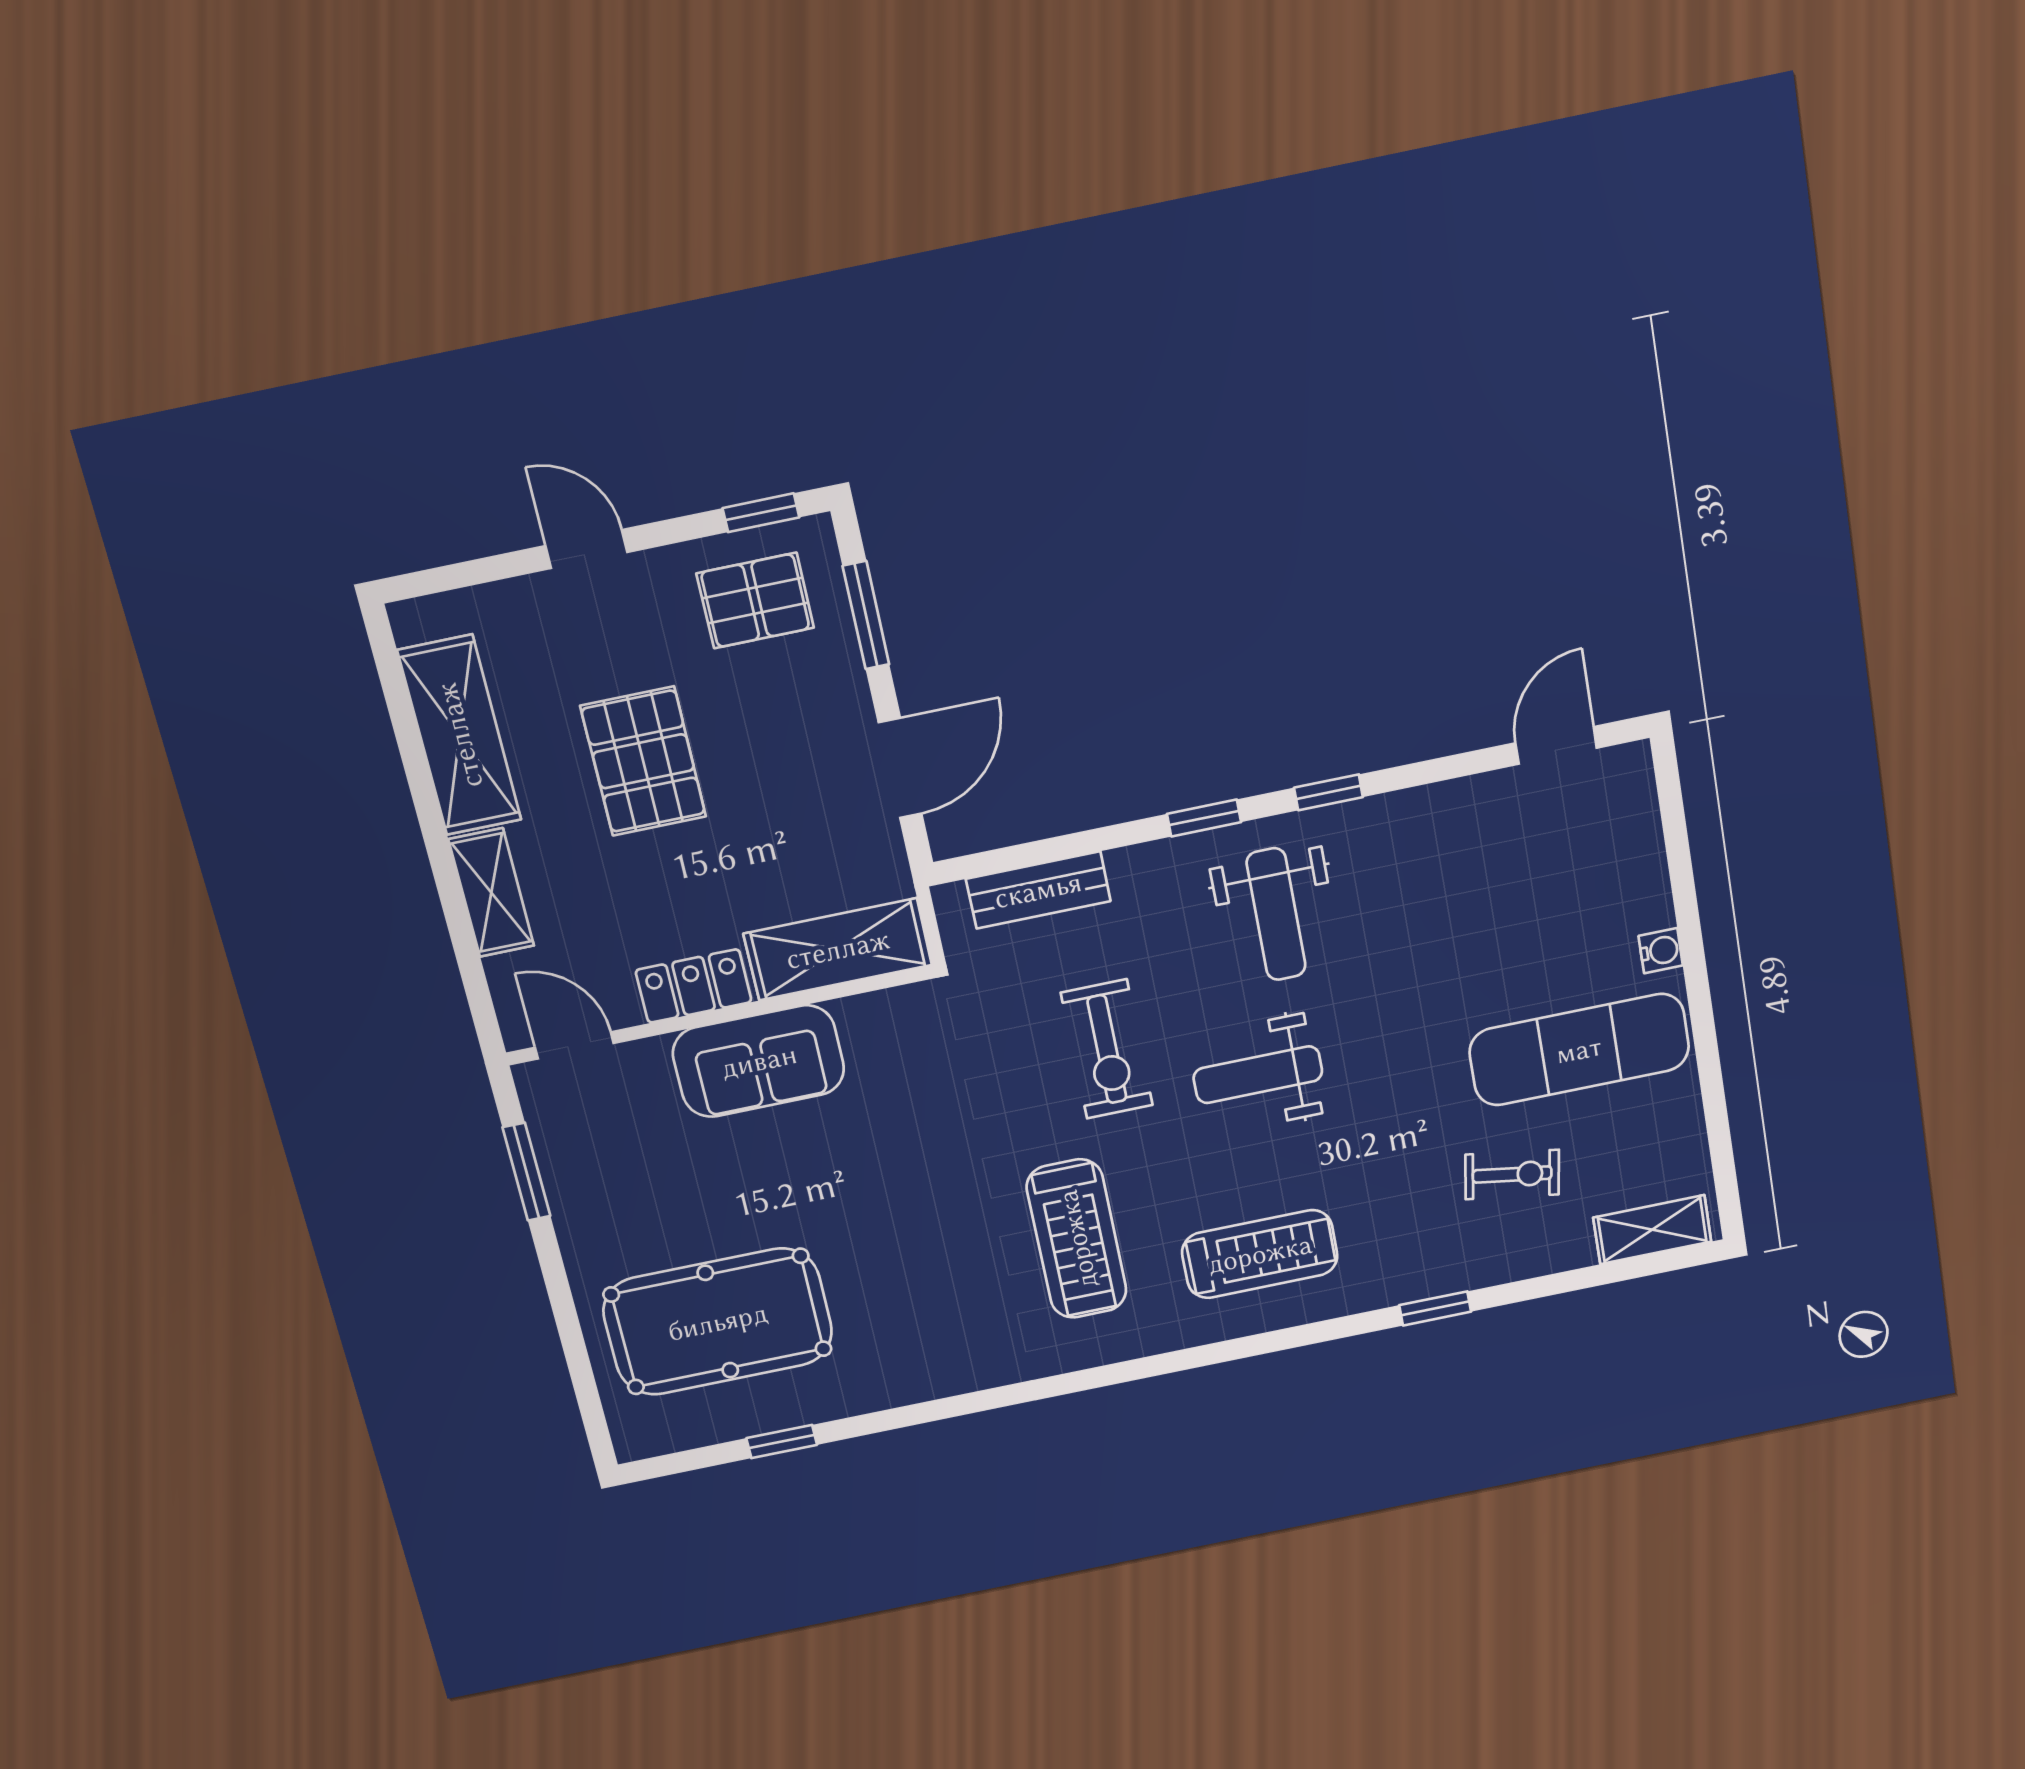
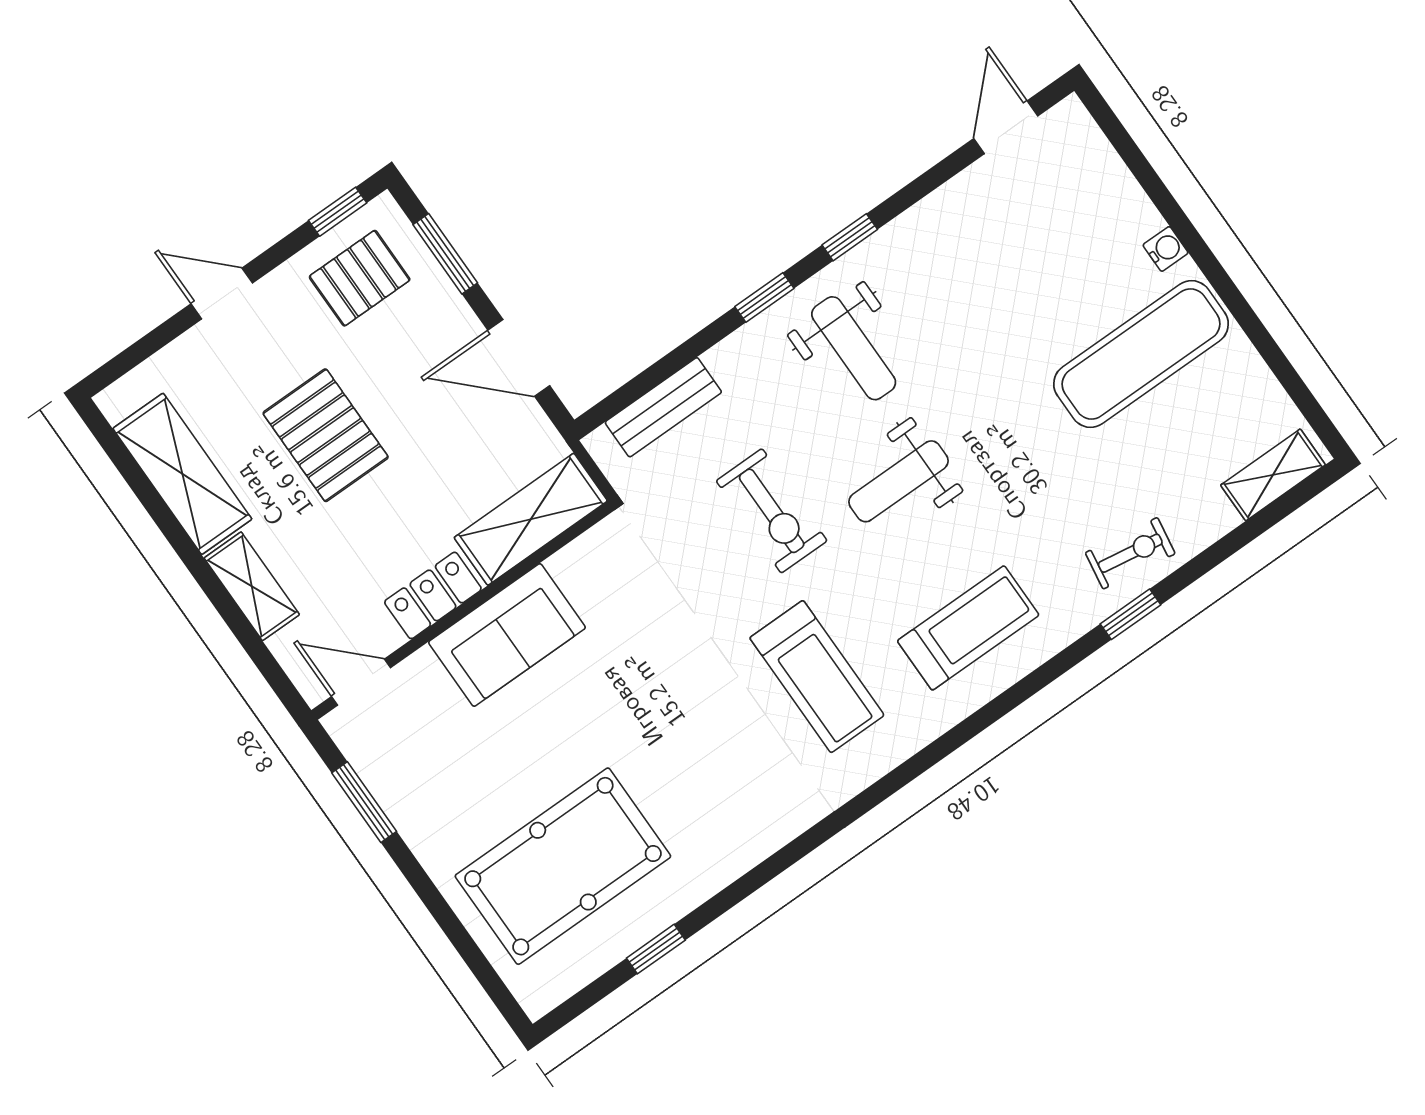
door: (900, 768) -> (519, 358), swing flipped
exercise bike: (1512, 1174) -> (1130, 553), moved

